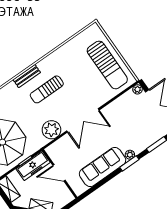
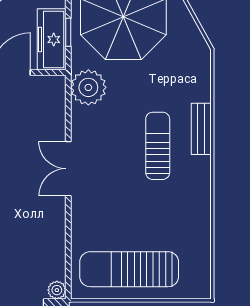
double door: (83, 120) -> (68, 169), width x0.73
plant: (51, 130) -> (88, 87), moved

